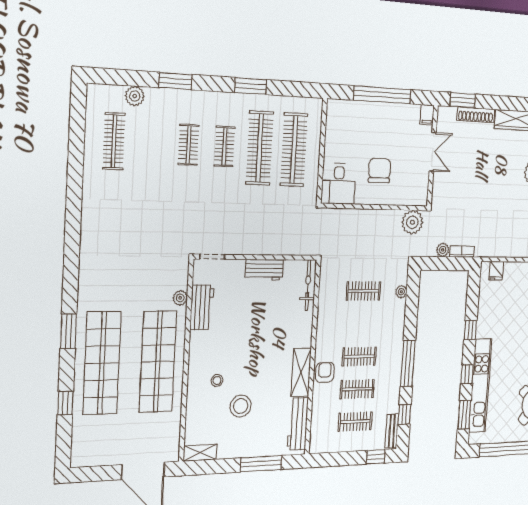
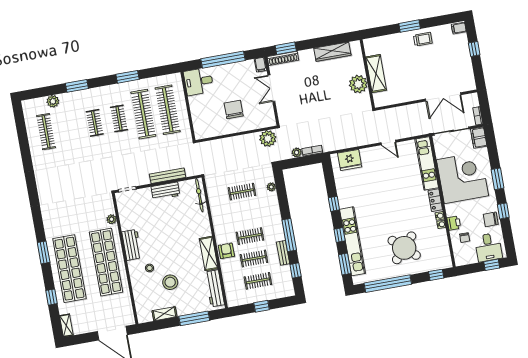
shoe rack: (476, 115) -> (283, 58), moved
double door: (433, 152) -> (271, 88), swing flipped
desk: (339, 184) -> (199, 81), moved, turned 90
bench: (272, 248) -> (168, 176), added
fridge: (496, 271) -> (350, 160), width x1.88, depth x1.34
workbench: (202, 307) -> (132, 245), moved
bench: (392, 431) -> (283, 253), moved
shelving: (78, 450) -> (66, 325), added
shelving: (200, 453) -> (164, 314), moved
window: (376, 457) -> (262, 306), moved

